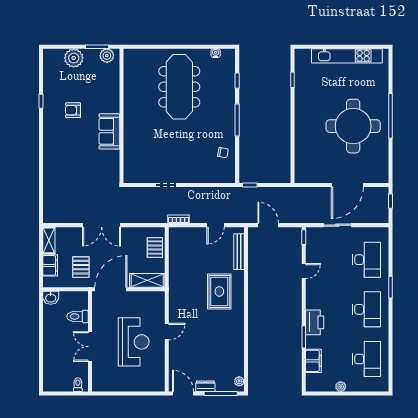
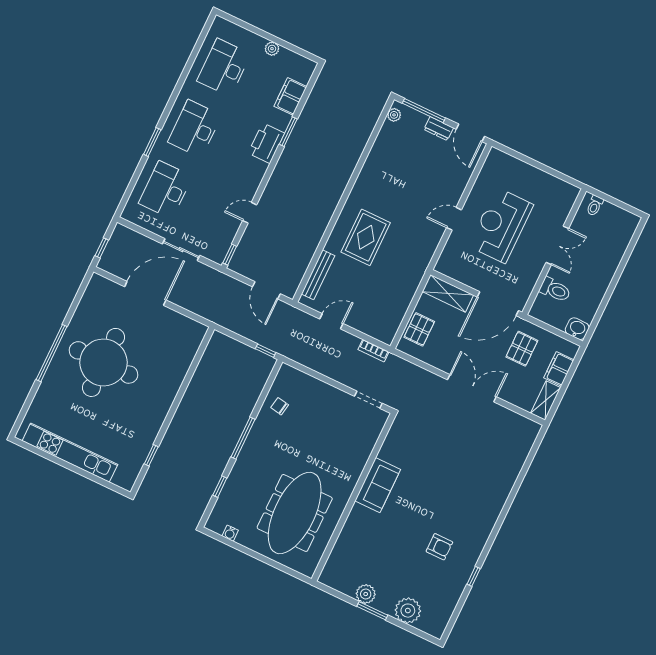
wall: (121, 116) -> (354, 497), moved
sofa: (109, 131) -> (378, 485), moved

